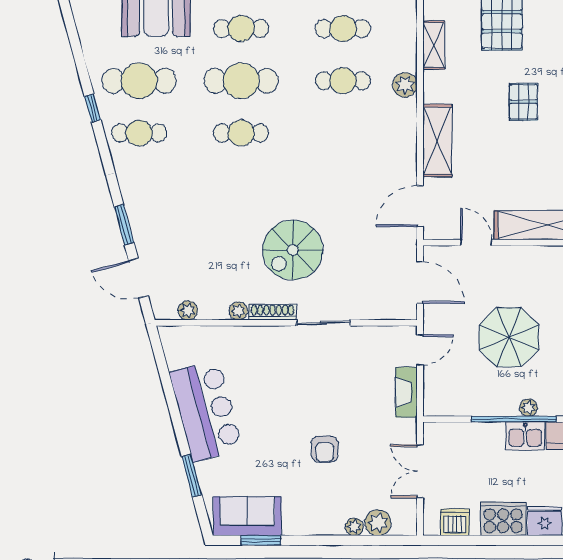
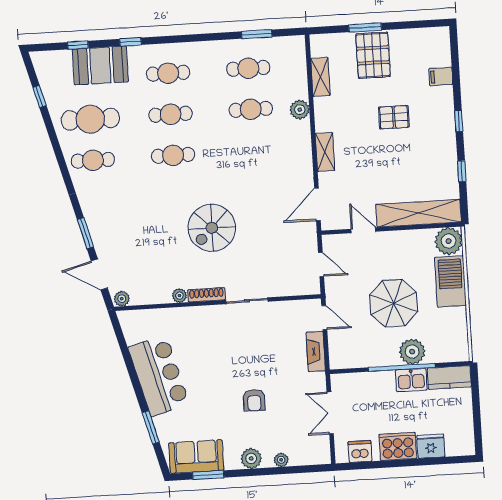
cafe table: (241, 81) -> (171, 114), width x0.73, depth x0.74
pallet: (523, 102) -> (394, 117), turned 90
window: (93, 108) -> (39, 97), moved
shelving: (437, 141) -> (325, 152), width x0.67, depth x0.75
spiral stairs: (293, 250) -> (212, 228), moved
door: (420, 283) -> (321, 264), width x0.73
plant: (188, 310) -> (122, 299), moved
door: (420, 350) -> (324, 318), hinge flipped
plant: (529, 408) -> (412, 352), width x1.88, depth x1.88
plant: (378, 523) -> (251, 458), moved

